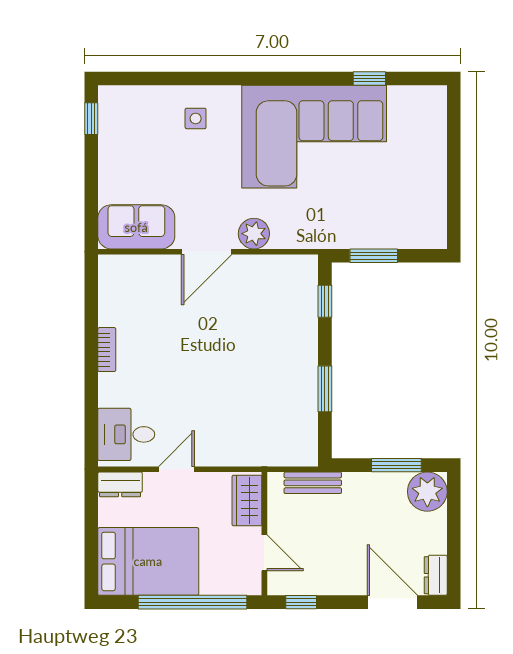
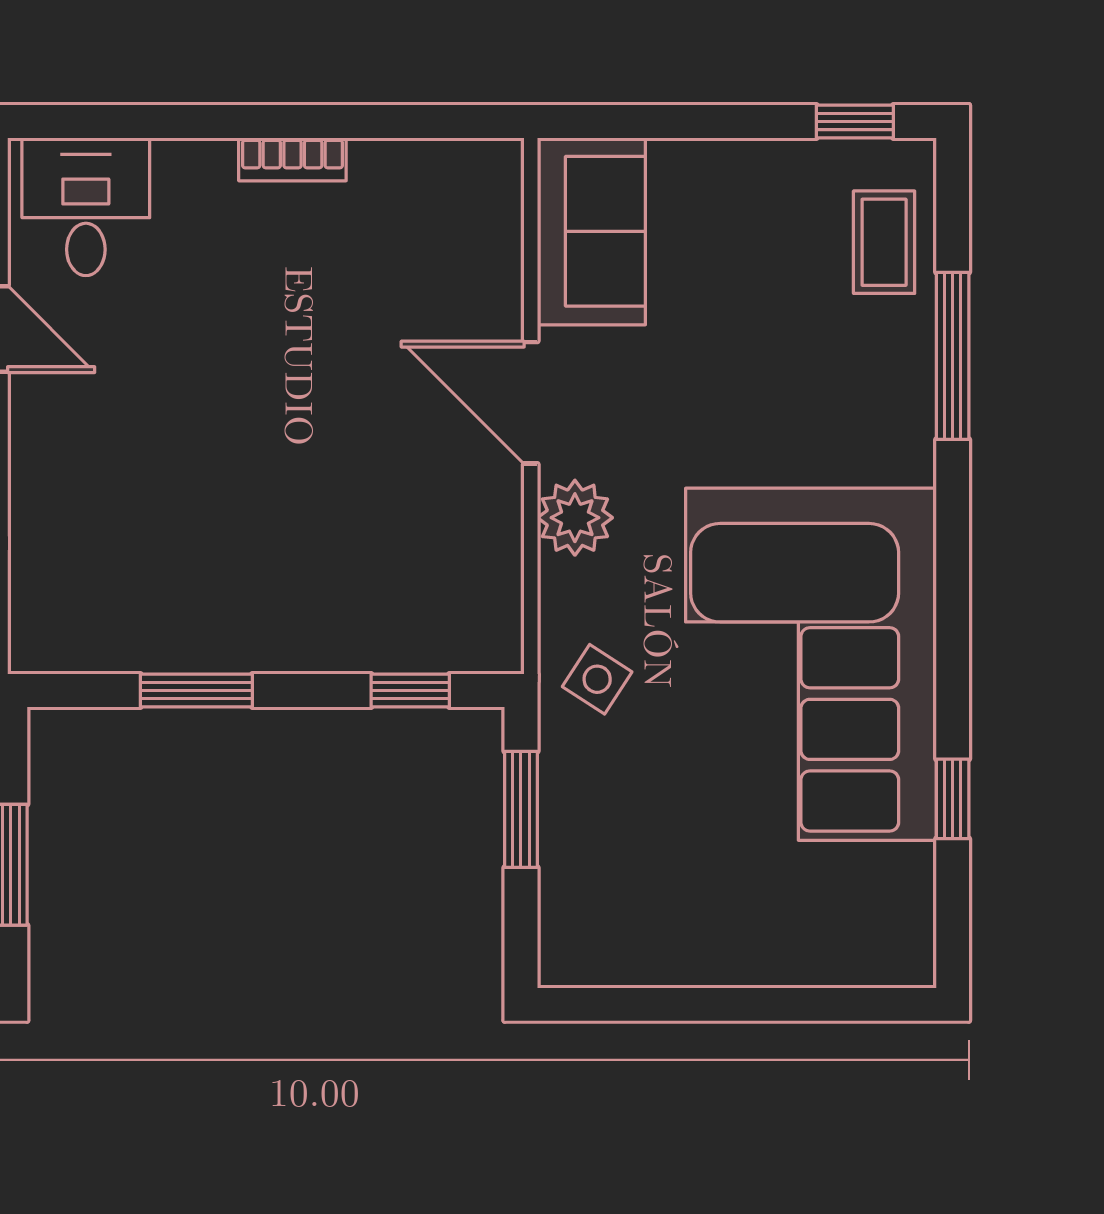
window: (187, 79) -> (953, 356), added
coffee table: (141, 107) -> (884, 242), added
side table: (196, 118) -> (597, 679), moved, turned 33

